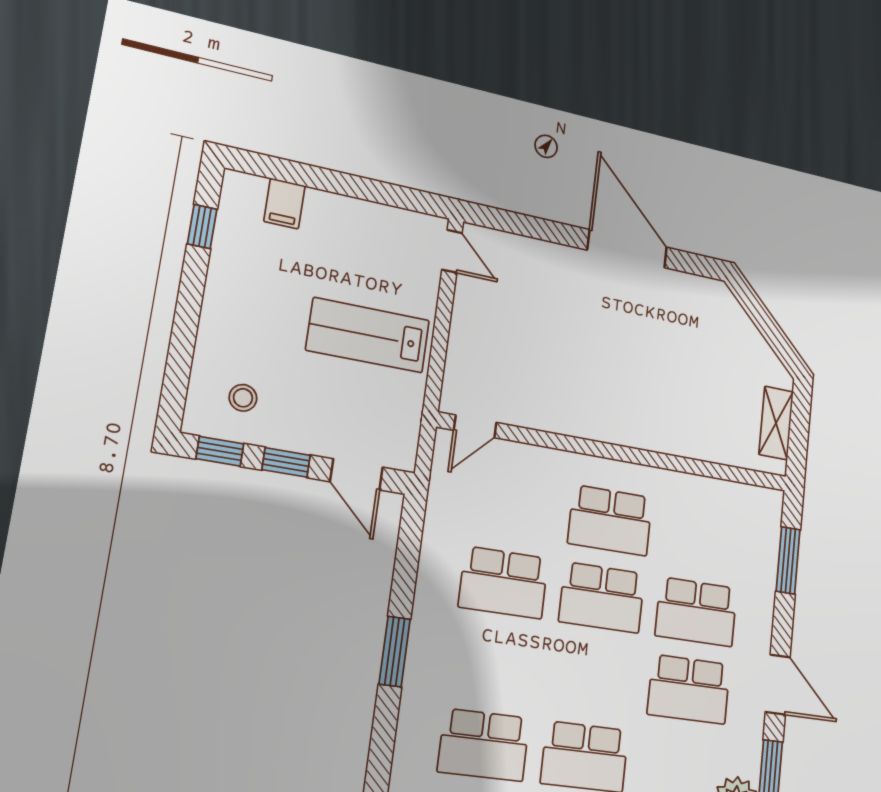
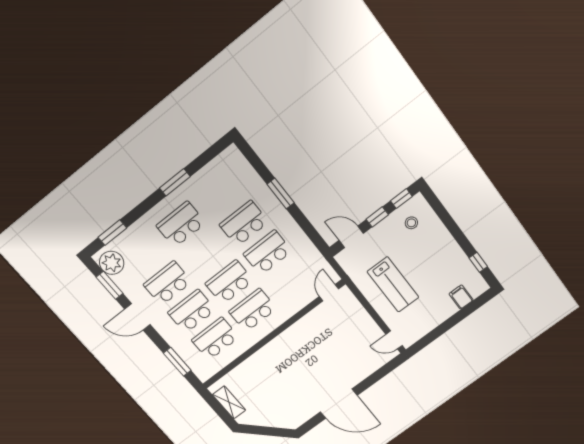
lab bench: (368, 335) -> (393, 284), turned 90
school desk: (703, 536) -> (215, 339), added
school desk: (484, 745) -> (244, 223), moved

